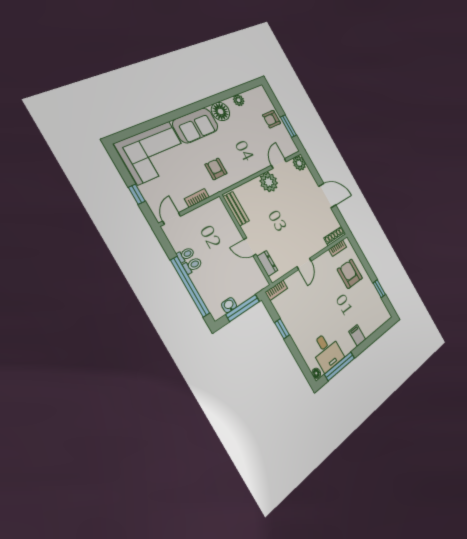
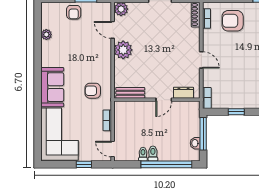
floor lamp: (221, 111) -> (49, 58), removed

